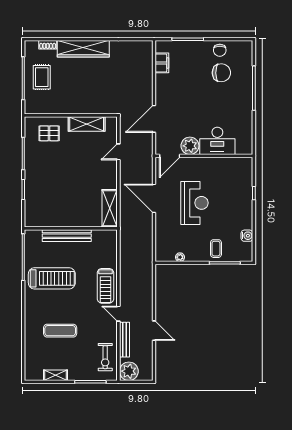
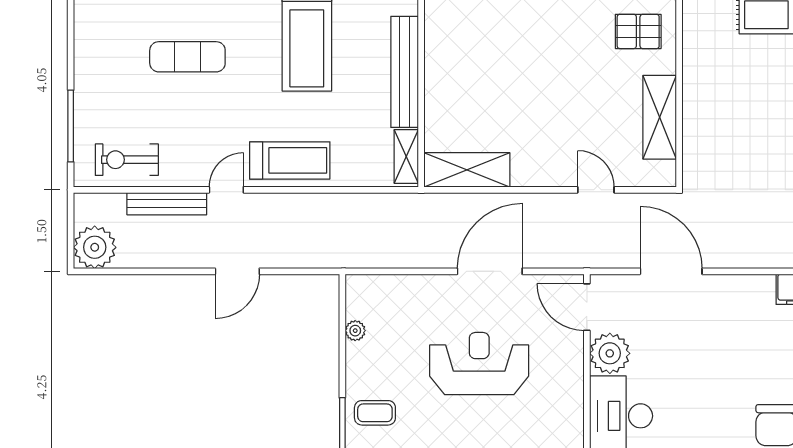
pallet: (49, 133) -> (638, 31), turned 90
reception desk: (194, 203) -> (479, 364), turned 180
treadmill: (105, 286) -> (290, 160), turned 180
exercise mat: (60, 331) -> (187, 57), turned 90
door: (154, 331) -> (237, 271), moved
plant: (129, 371) -> (95, 247), moved
shelving: (55, 375) -> (406, 156), moved

